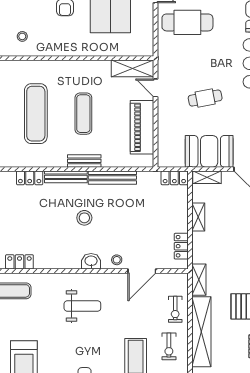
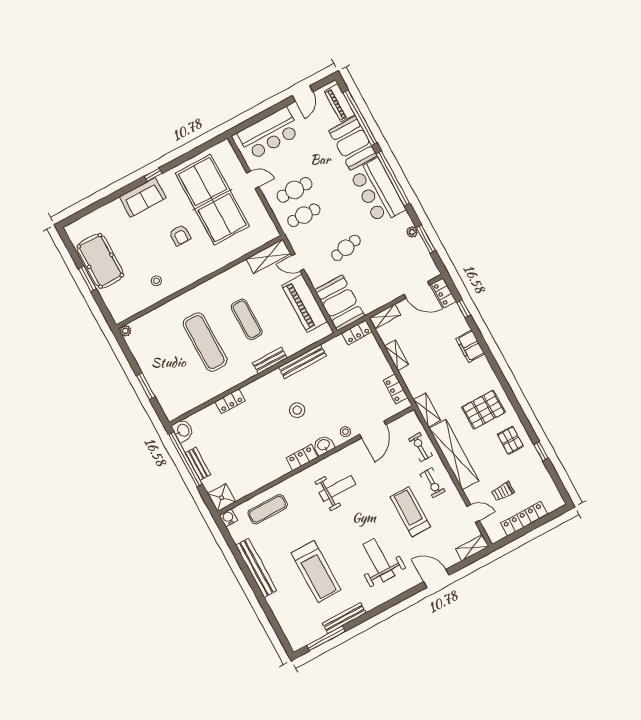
cafe table: (187, 22) -> (294, 190), width x0.73, depth x0.74
cafe table: (184, 49) -> (304, 215), added
booth: (209, 151) -> (340, 303), moved, turned 90
bench: (66, 177) -> (261, 383), removed
locker: (19, 262) -> (302, 458), moved
exercise bike: (175, 309) -> (420, 447), turned 180

